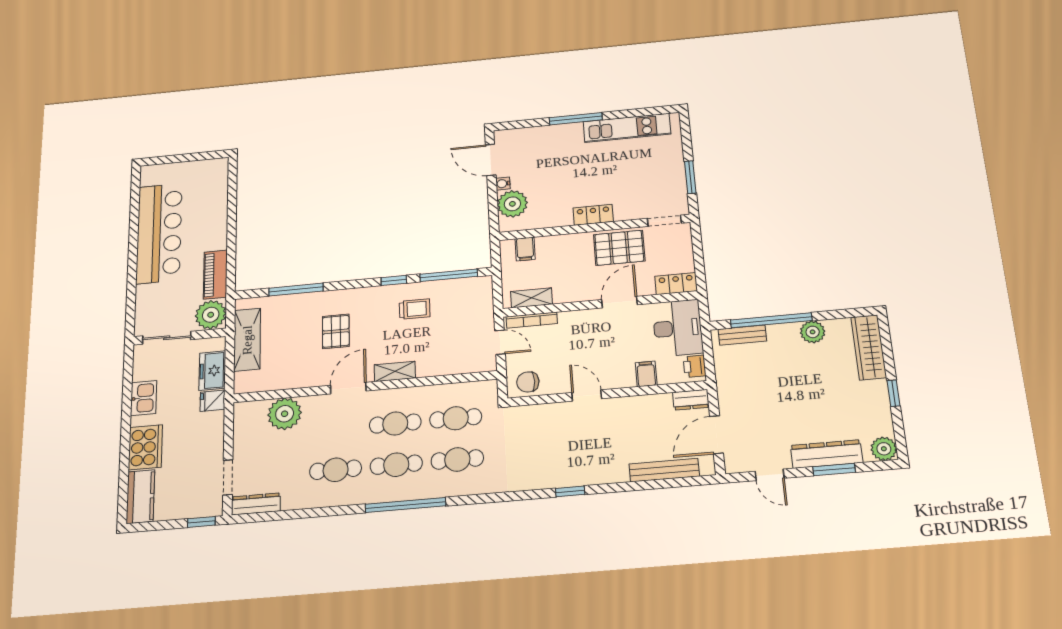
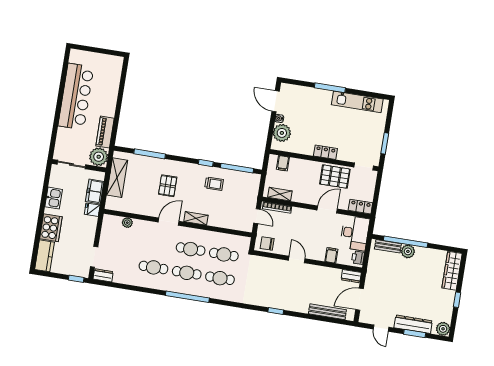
plant: (813, 332) -> (408, 251), moved
plant: (285, 414) -> (127, 223), width x0.53, depth x0.53
dresser: (256, 504) -> (103, 275), width x0.70

